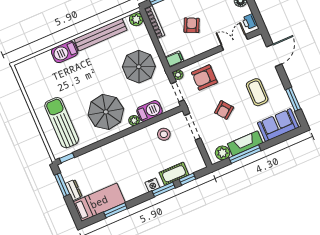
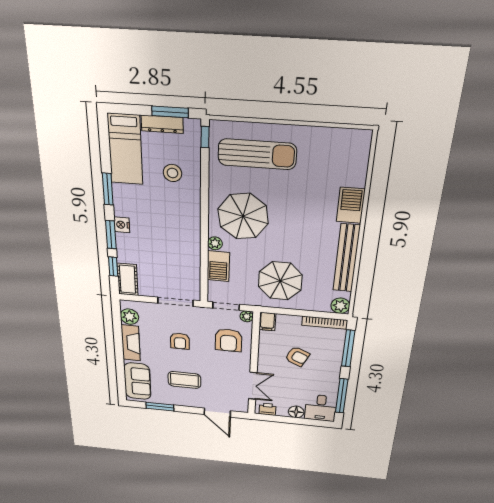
armchair: (204, 77) -> (228, 340), turned 180
armchair: (224, 110) -> (180, 341), turned -142
stool: (164, 134) -> (172, 173), moved
window: (245, 154) -> (118, 337), removed
cot: (174, 174) -> (128, 279), moved
dresser: (74, 190) -> (162, 124), width x1.44
window: (115, 210) -> (108, 189), moved

